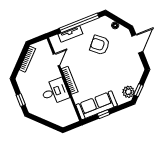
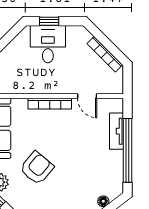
armchair: (100, 45) -> (37, 168), moved
desk: (55, 92) -> (48, 44), moved, turned 180

